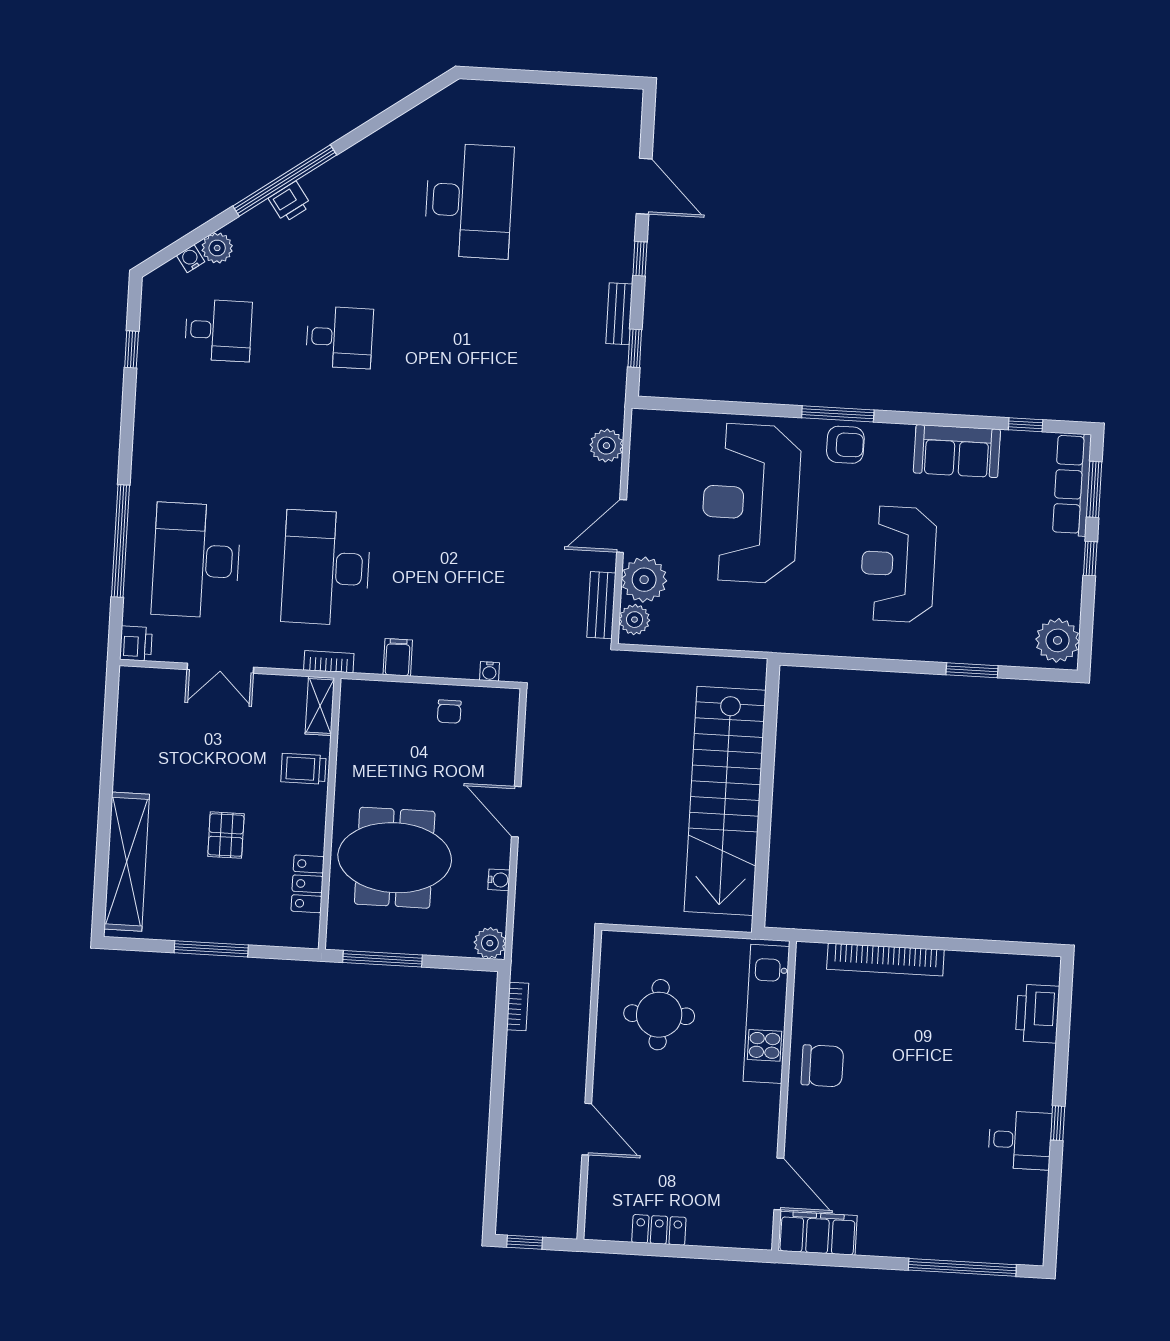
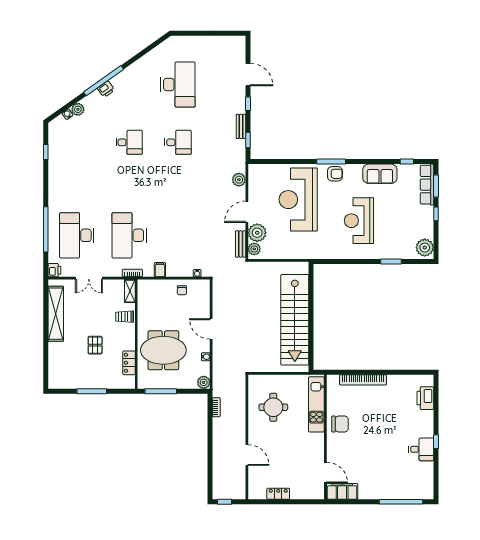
desk: (218, 330) -> (178, 142), moved
shelving: (127, 862) -> (56, 314), moved

